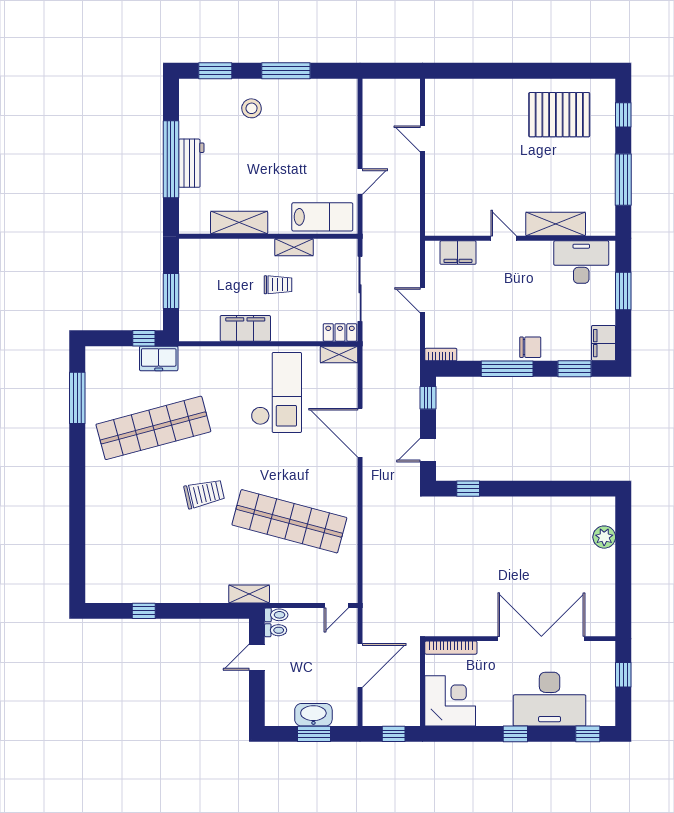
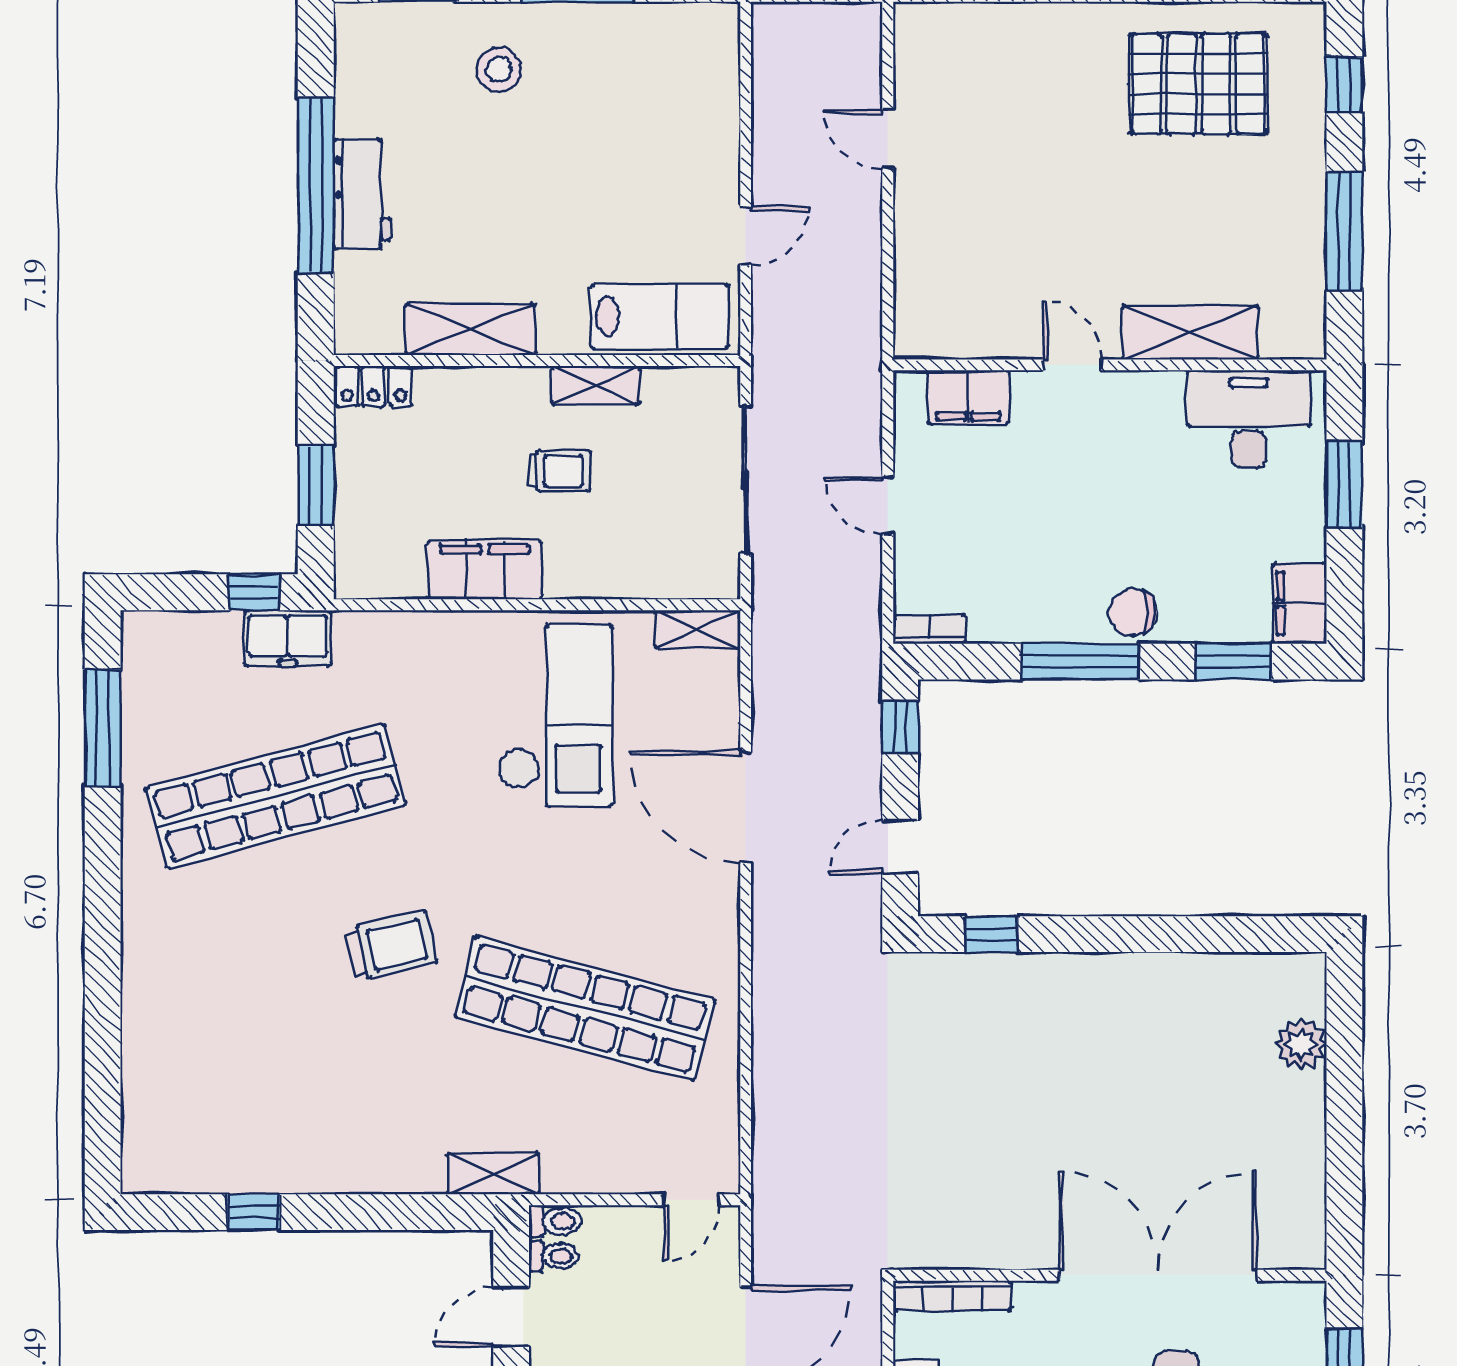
locker: (340, 332) -> (374, 386), moved, turned 180
chair: (530, 347) -> (1133, 613), turned 180

